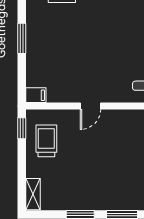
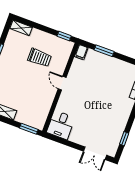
window: (22, 38) -> (104, 51), moved
trolley: (46, 141) -> (40, 58), moved

